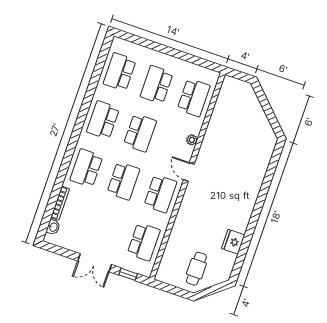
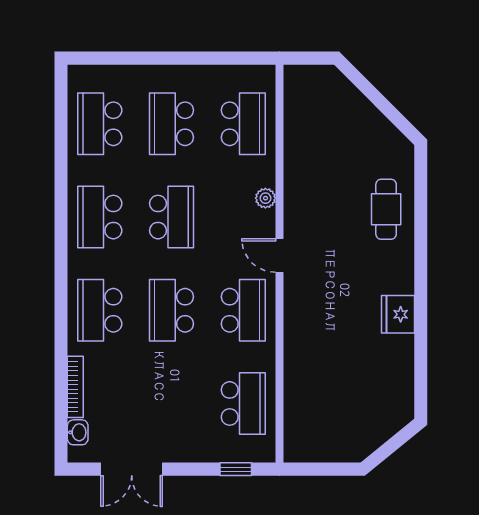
school desk: (123, 181) -> (172, 310), turned 180
fridge: (233, 242) -> (398, 314), moved
double door: (95, 263) -> (132, 469), moved
cafe table: (196, 269) -> (386, 209), moved

